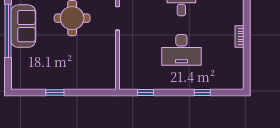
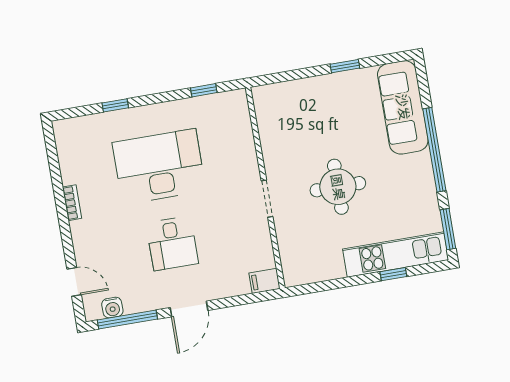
sofa: (23, 26) -> (403, 107), moved, width x1.36
desk: (181, 50) -> (159, 166), width x1.36, depth x1.30

